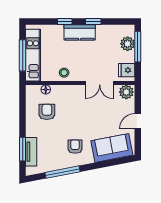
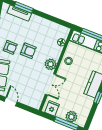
double door: (100, 83) -> (50, 84), swing flipped
plant: (126, 92) -> (51, 64), moved
armchair: (47, 112) -> (28, 51), moved

